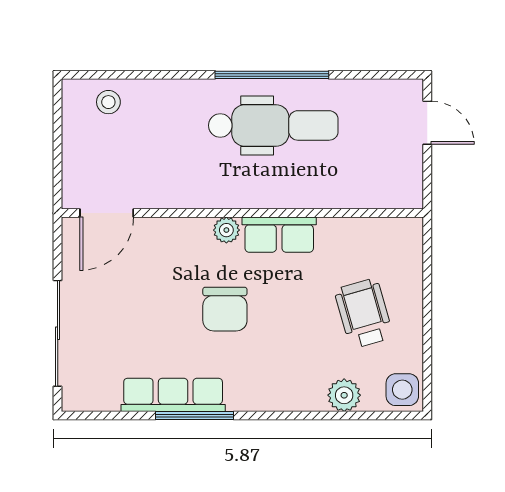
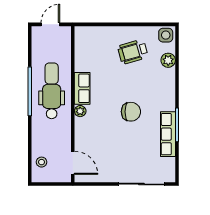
door: (107, 213) -> (73, 163), moved
wall: (242, 213) -> (73, 104), moved
plant: (226, 230) -> (80, 111), moved
row of seats: (279, 235) -> (82, 88), moved

